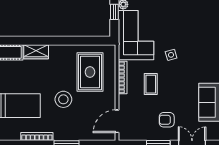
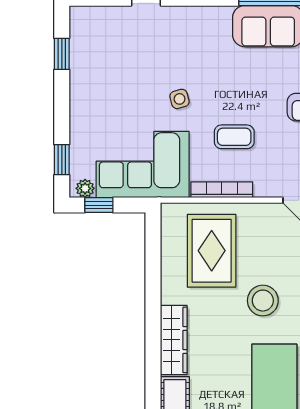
wardrobe: (36, 52) -> (174, 340), width x1.50
rug: (90, 72) -> (212, 251), turned 90

